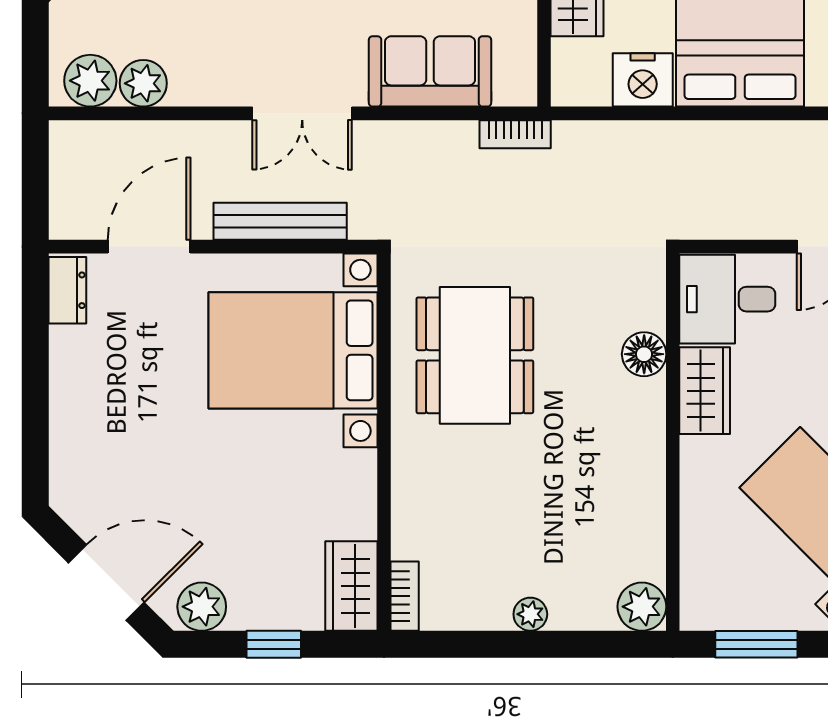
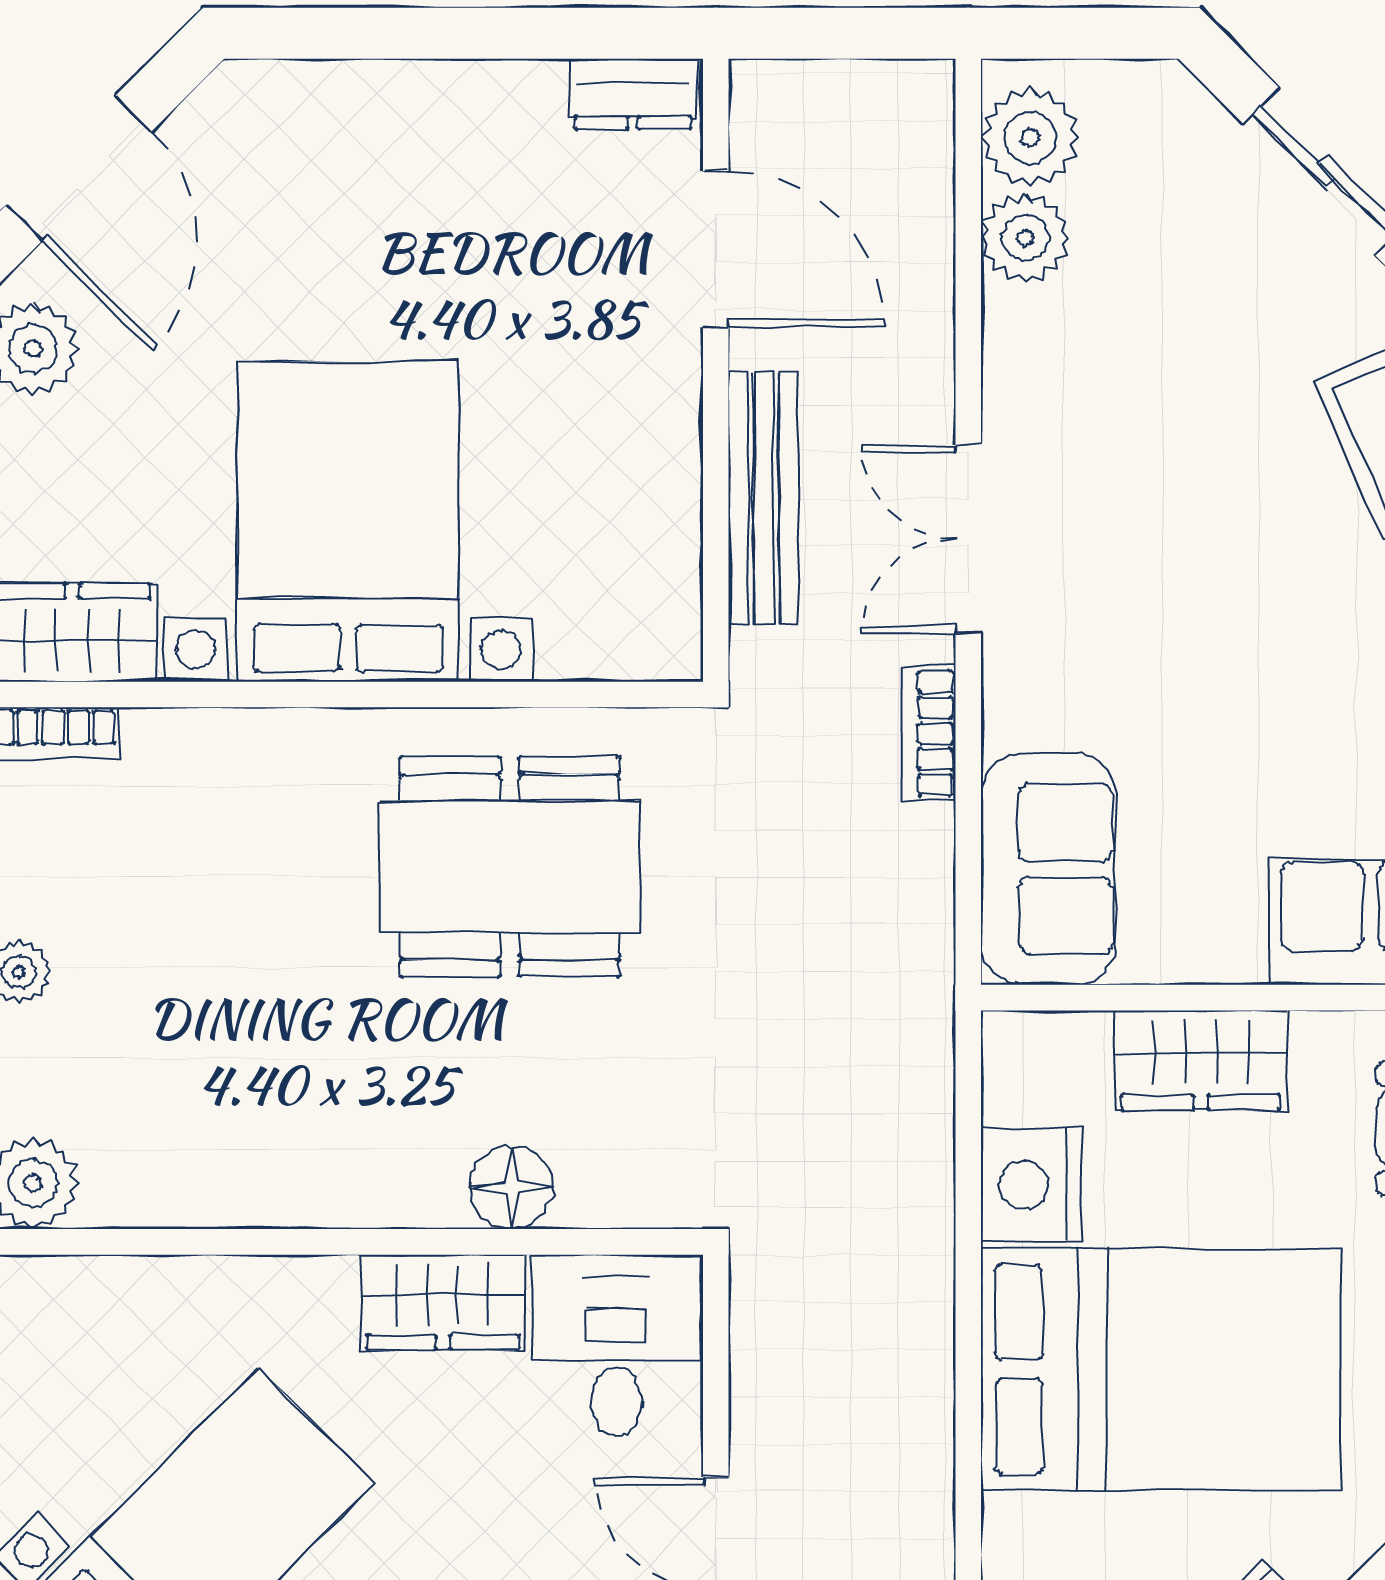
sofa: (430, 71) -> (1048, 869), moved
bookcase: (515, 134) -> (929, 733), moved
bed with nightstands: (293, 350) -> (348, 522), moved

